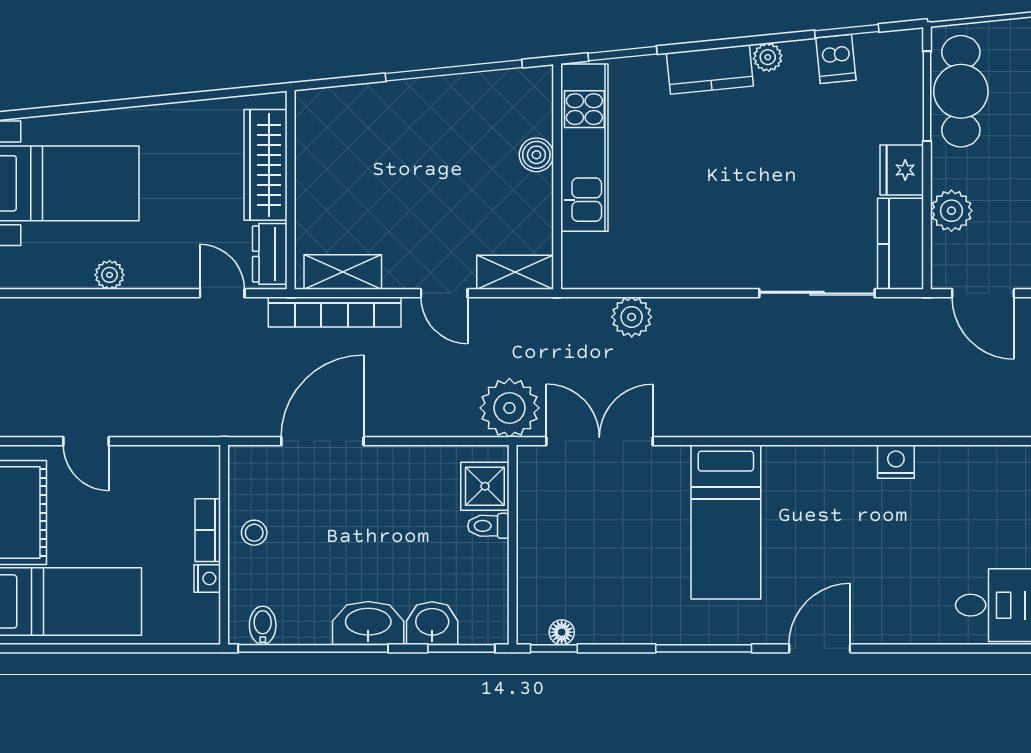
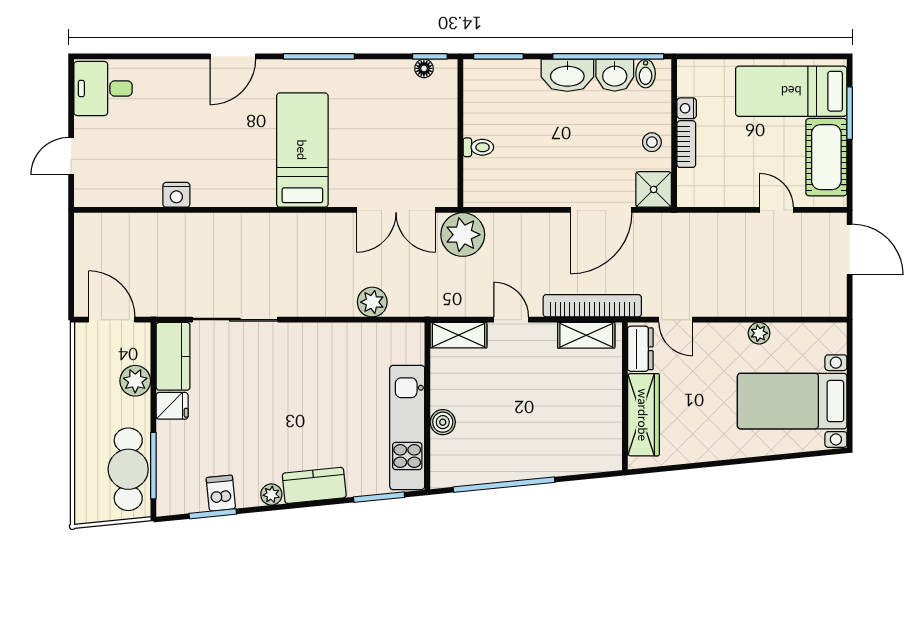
fridge: (902, 170) -> (172, 406), width x0.72
shower: (485, 486) -> (654, 189), moved
washbasin: (432, 623) -> (615, 75), moved

